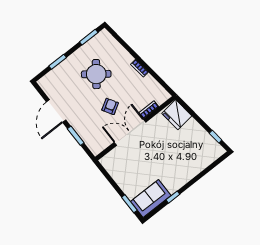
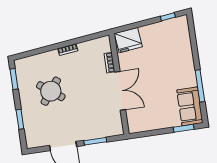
armchair: (110, 106) -> (87, 95), removed
double door: (130, 132) -> (120, 91), swing flipped
window: (173, 197) -> (200, 86), width x2.17

